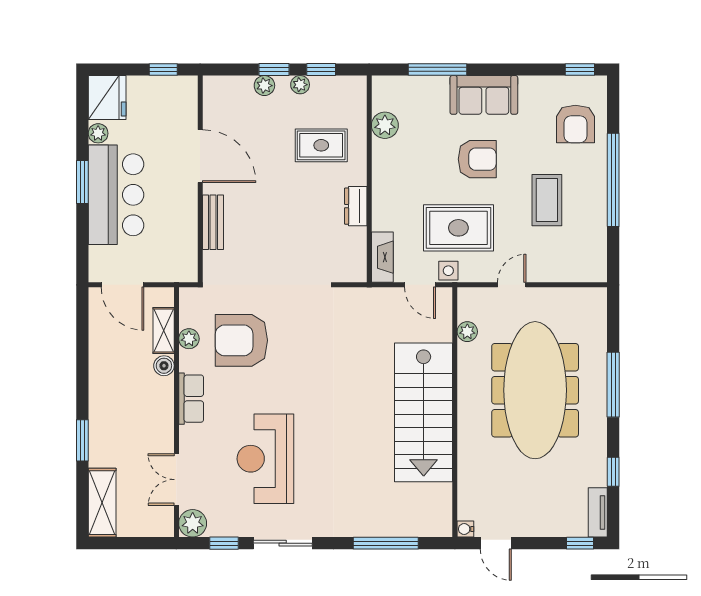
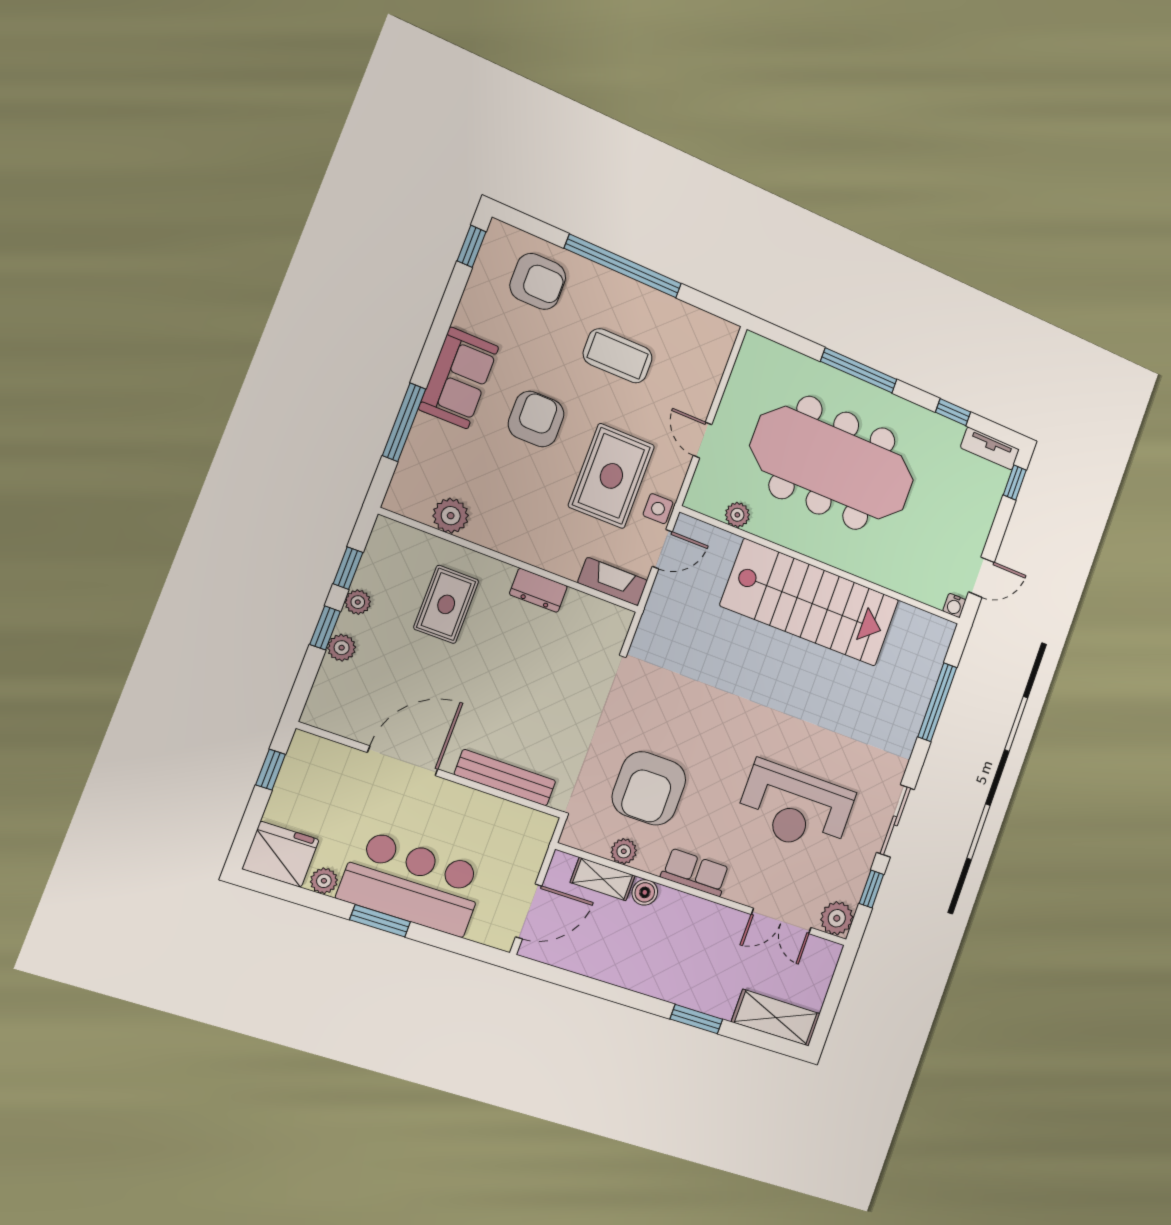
bench: (213, 222) -> (505, 778), width x1.36

